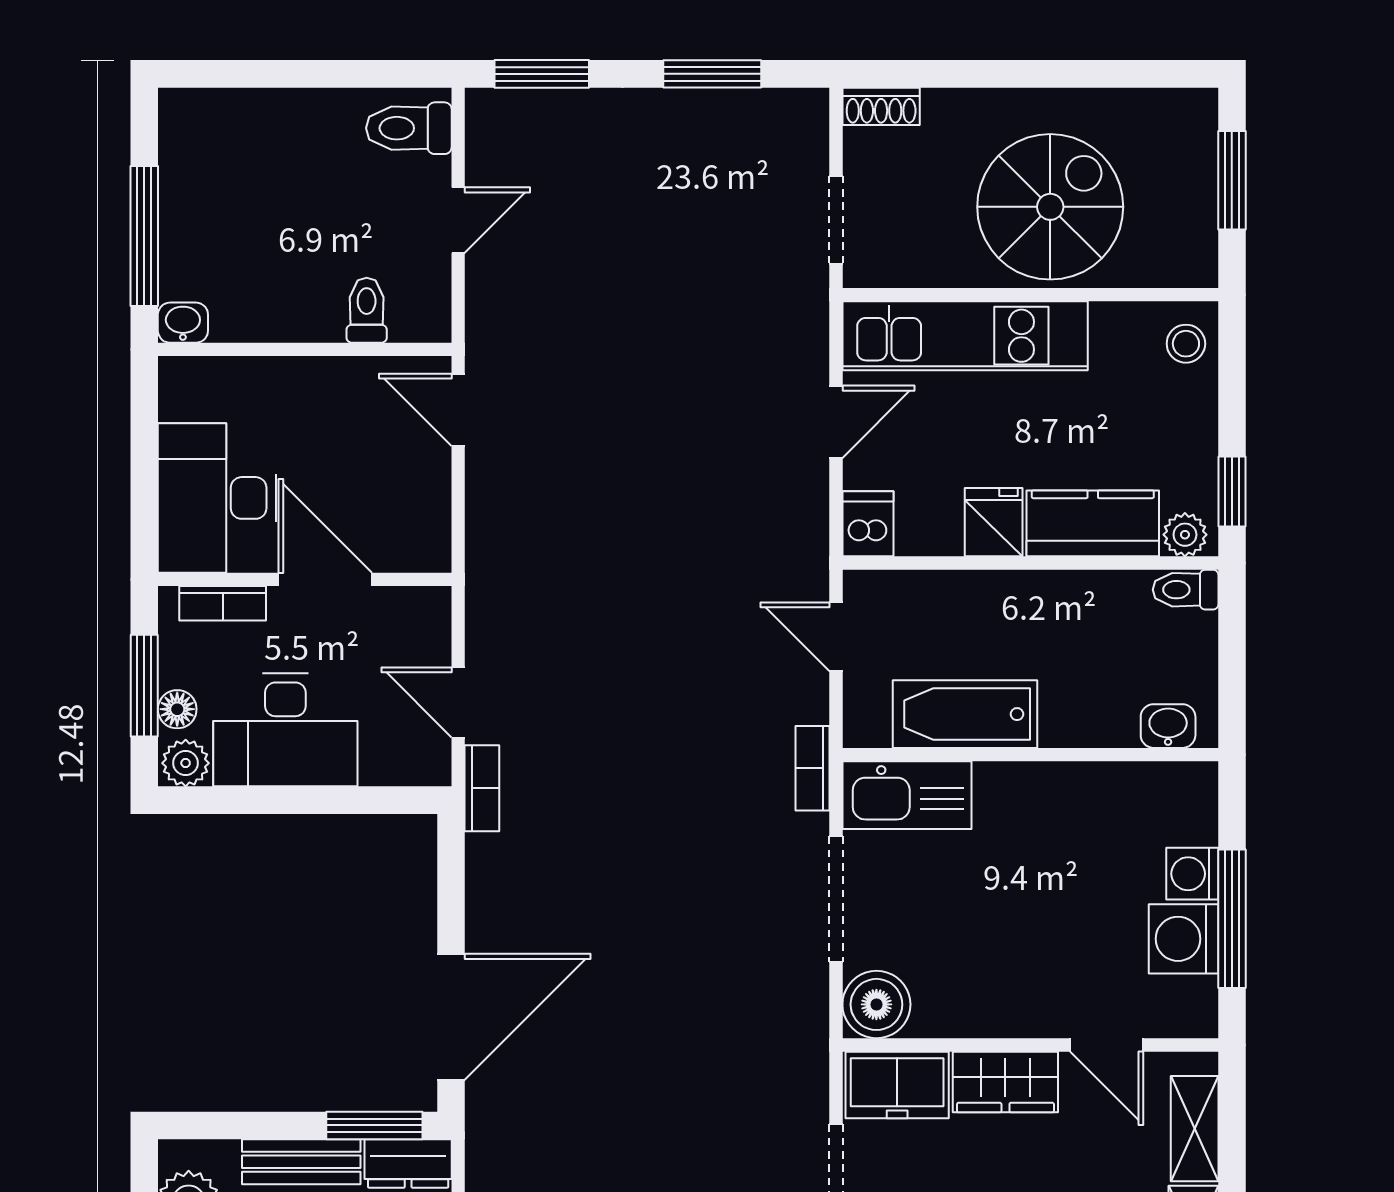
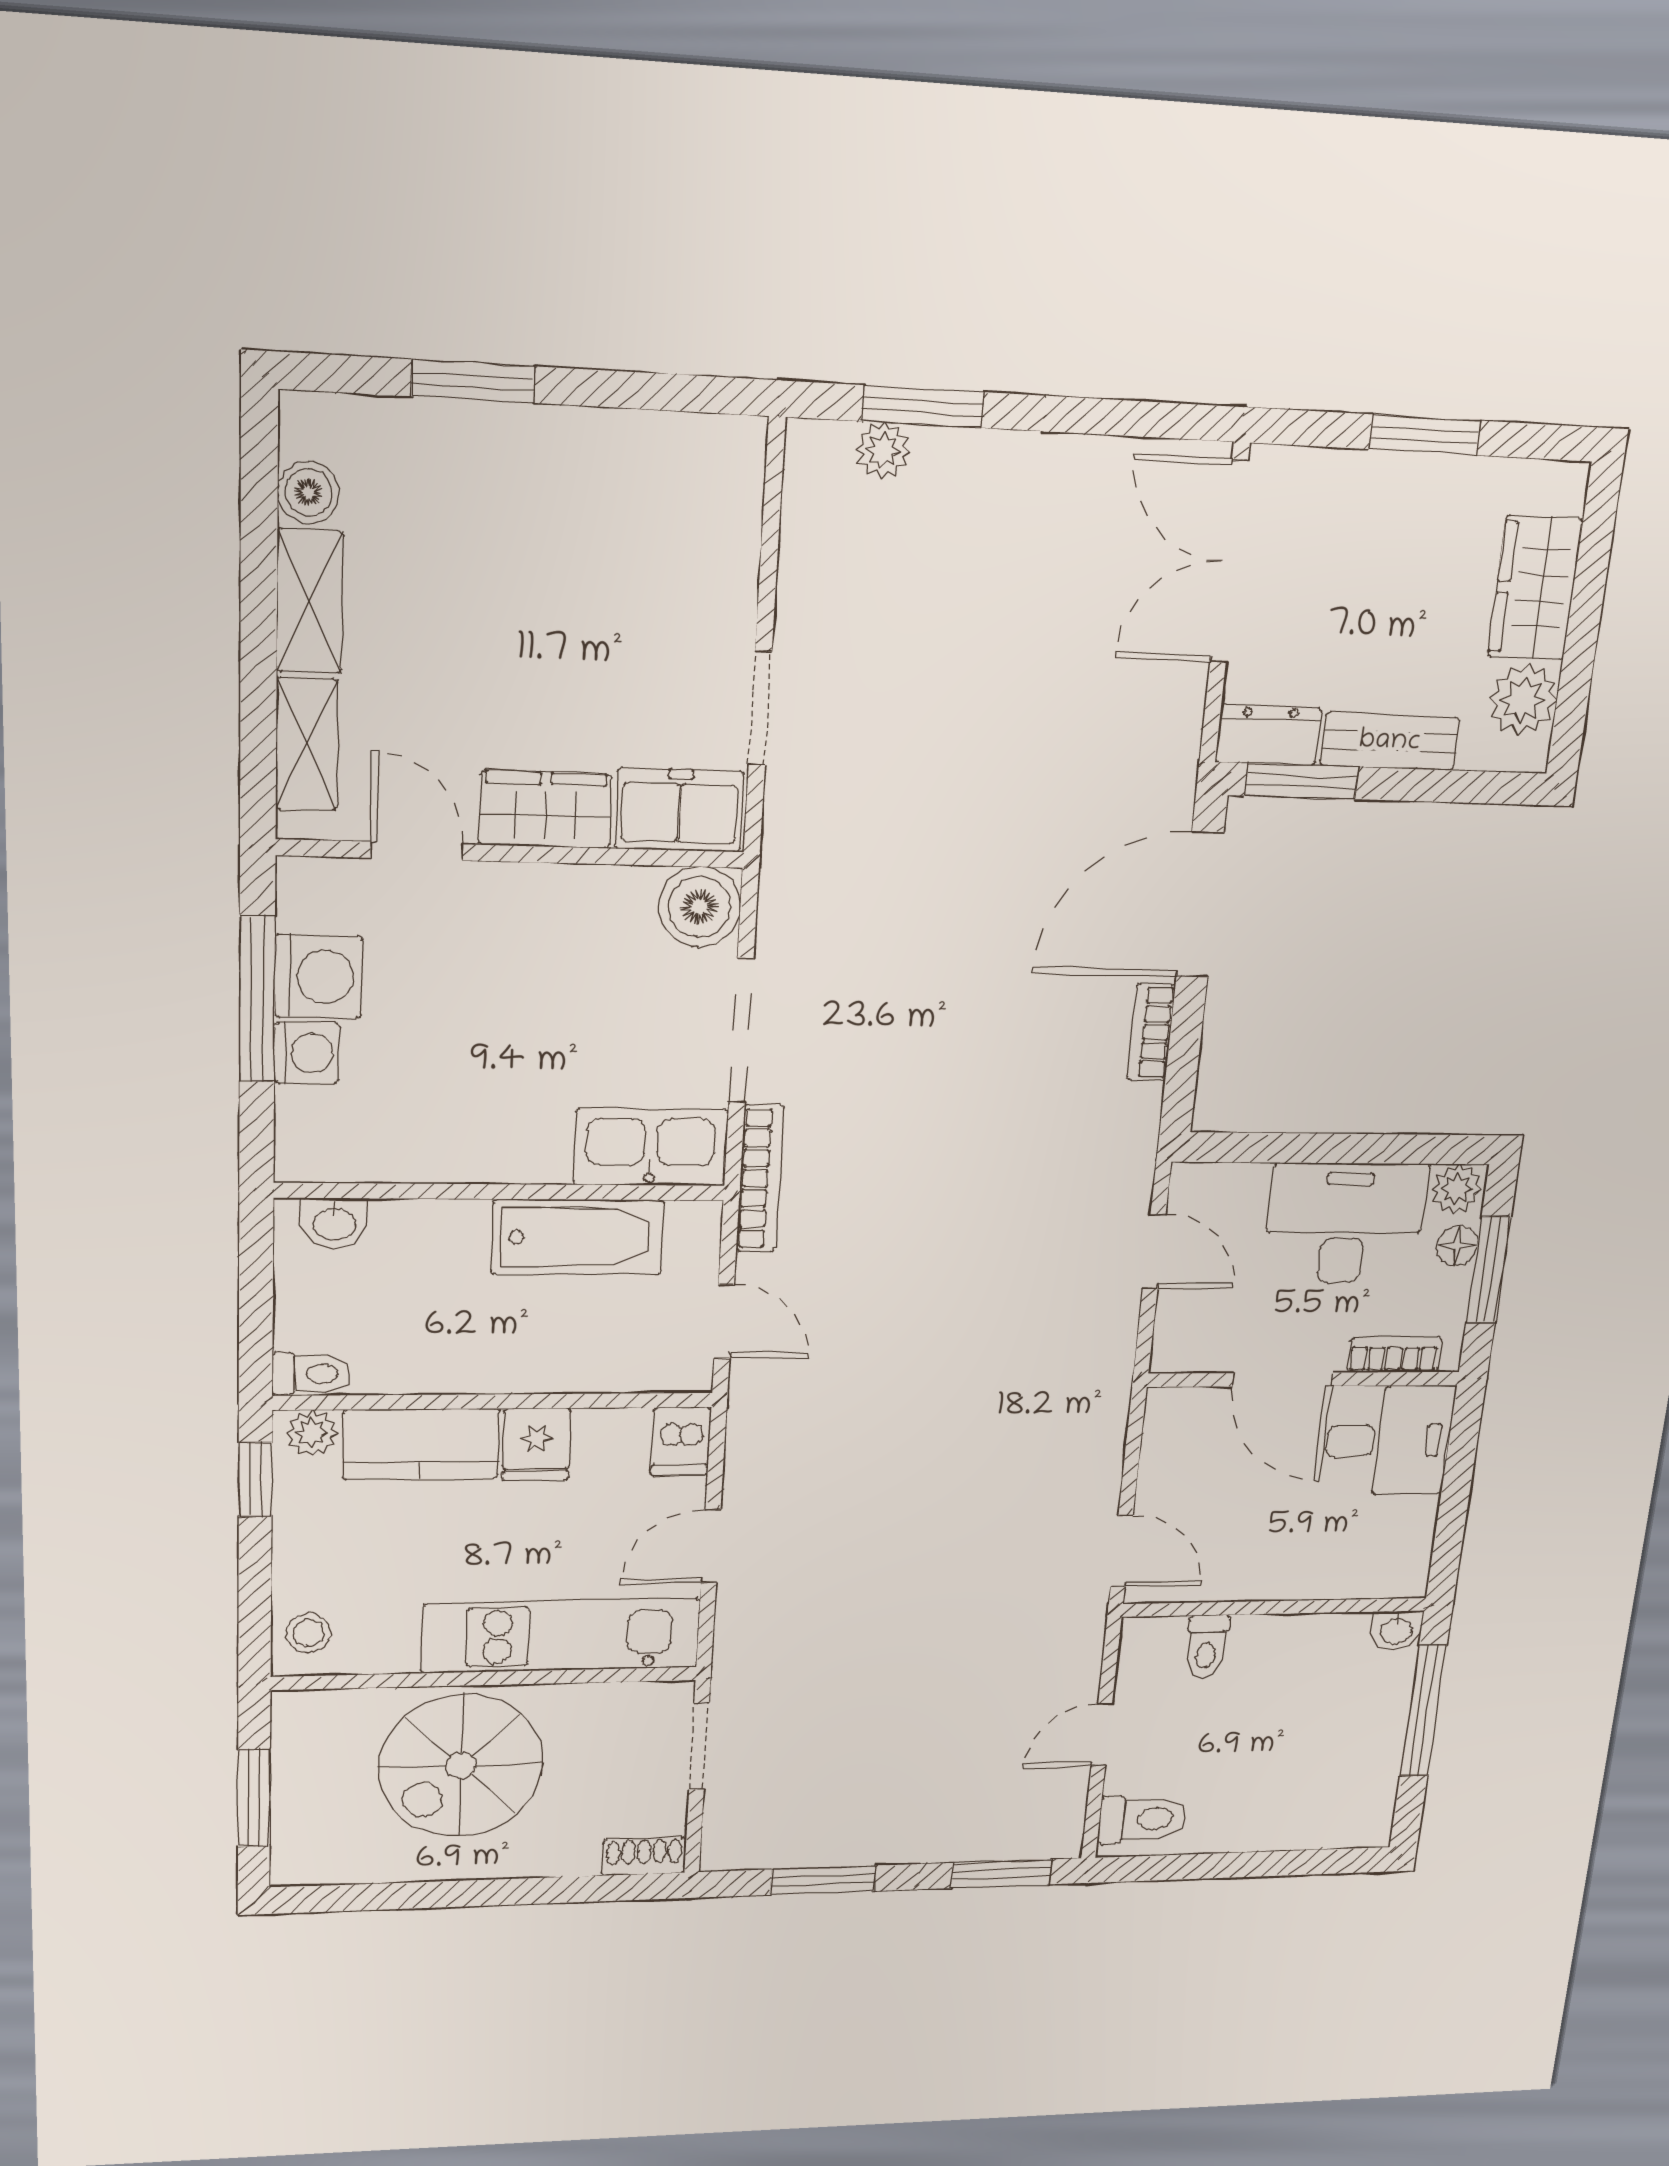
desk: (217, 498) -> (1388, 1440), width x0.73
bookcase: (812, 768) -> (760, 1178), width x1.56
bookcase: (482, 788) -> (1151, 1032), moved

